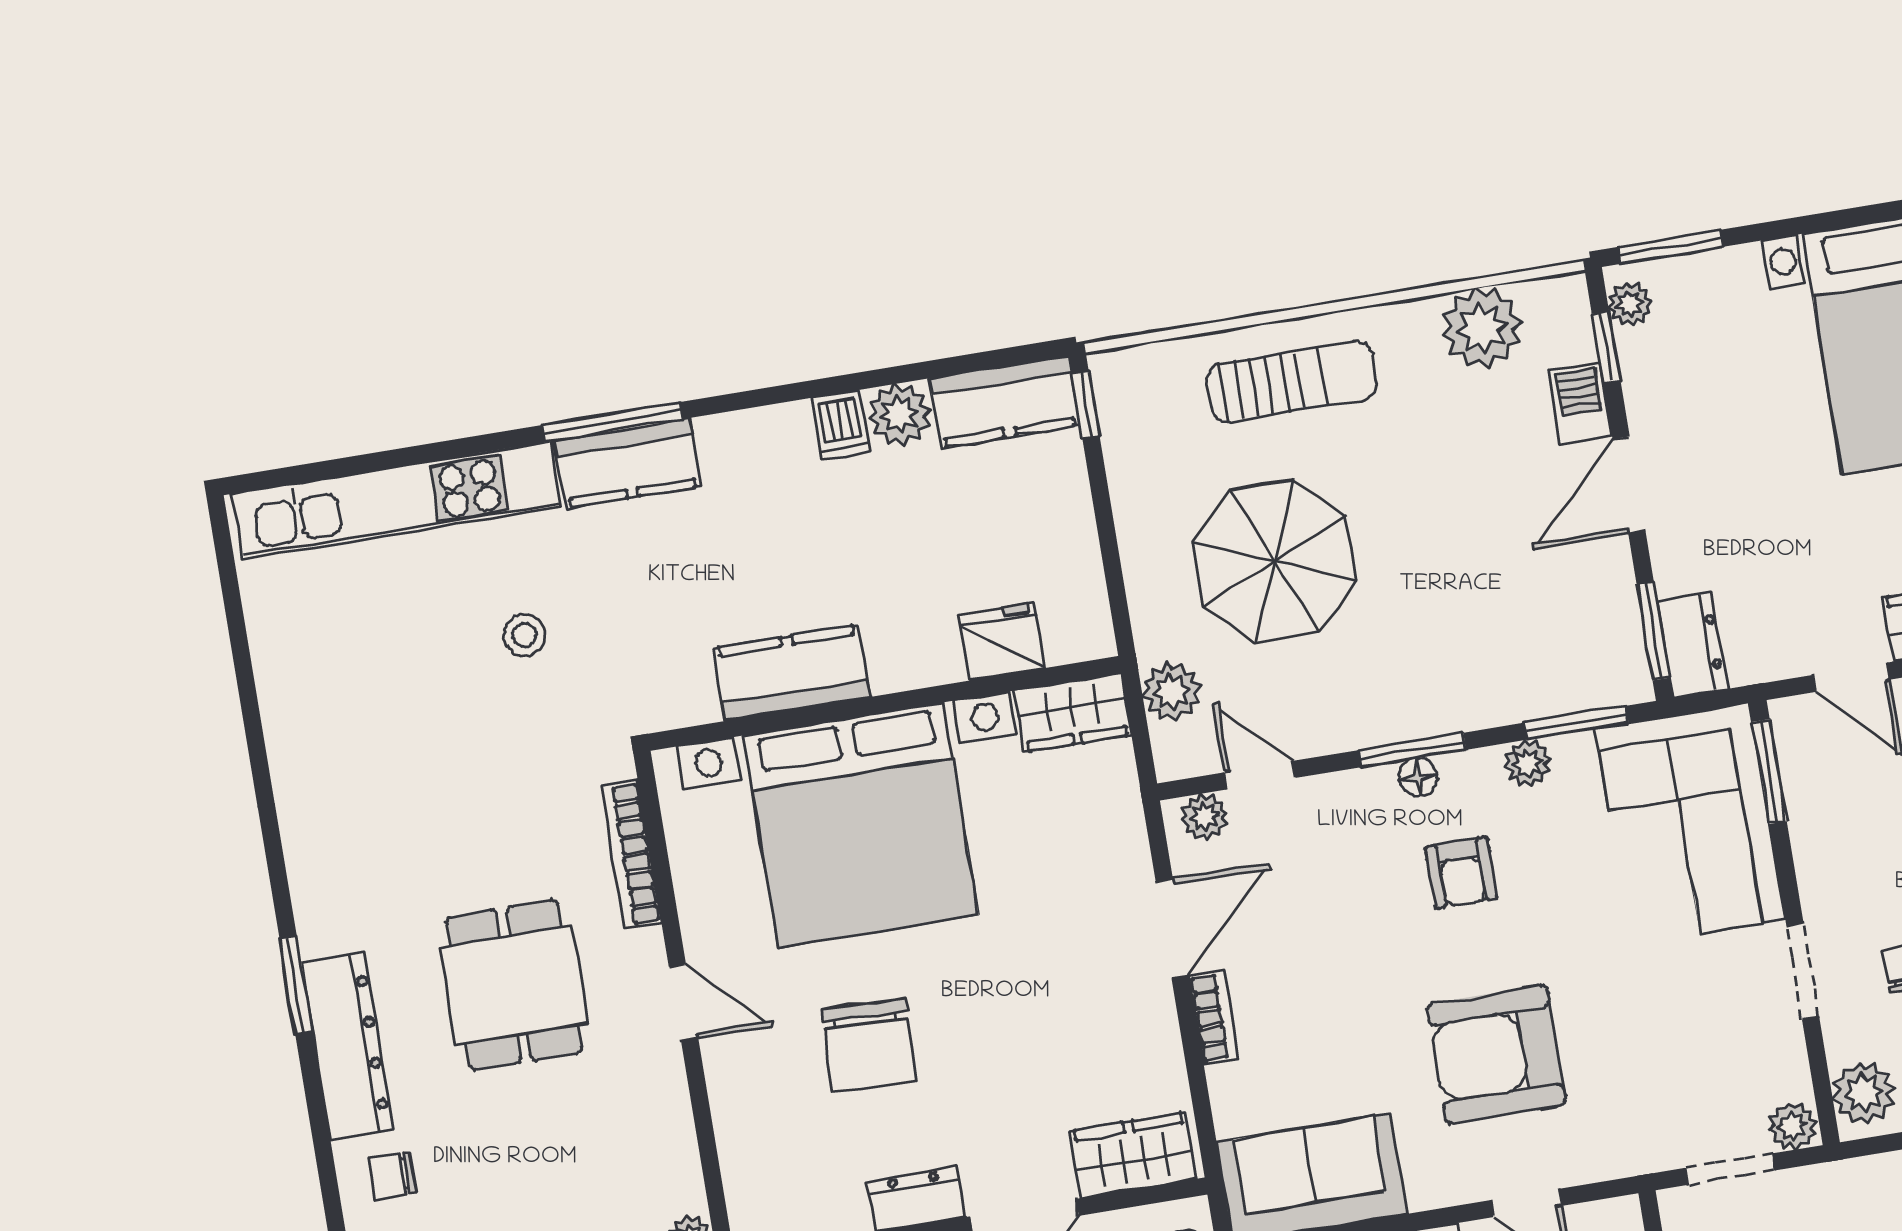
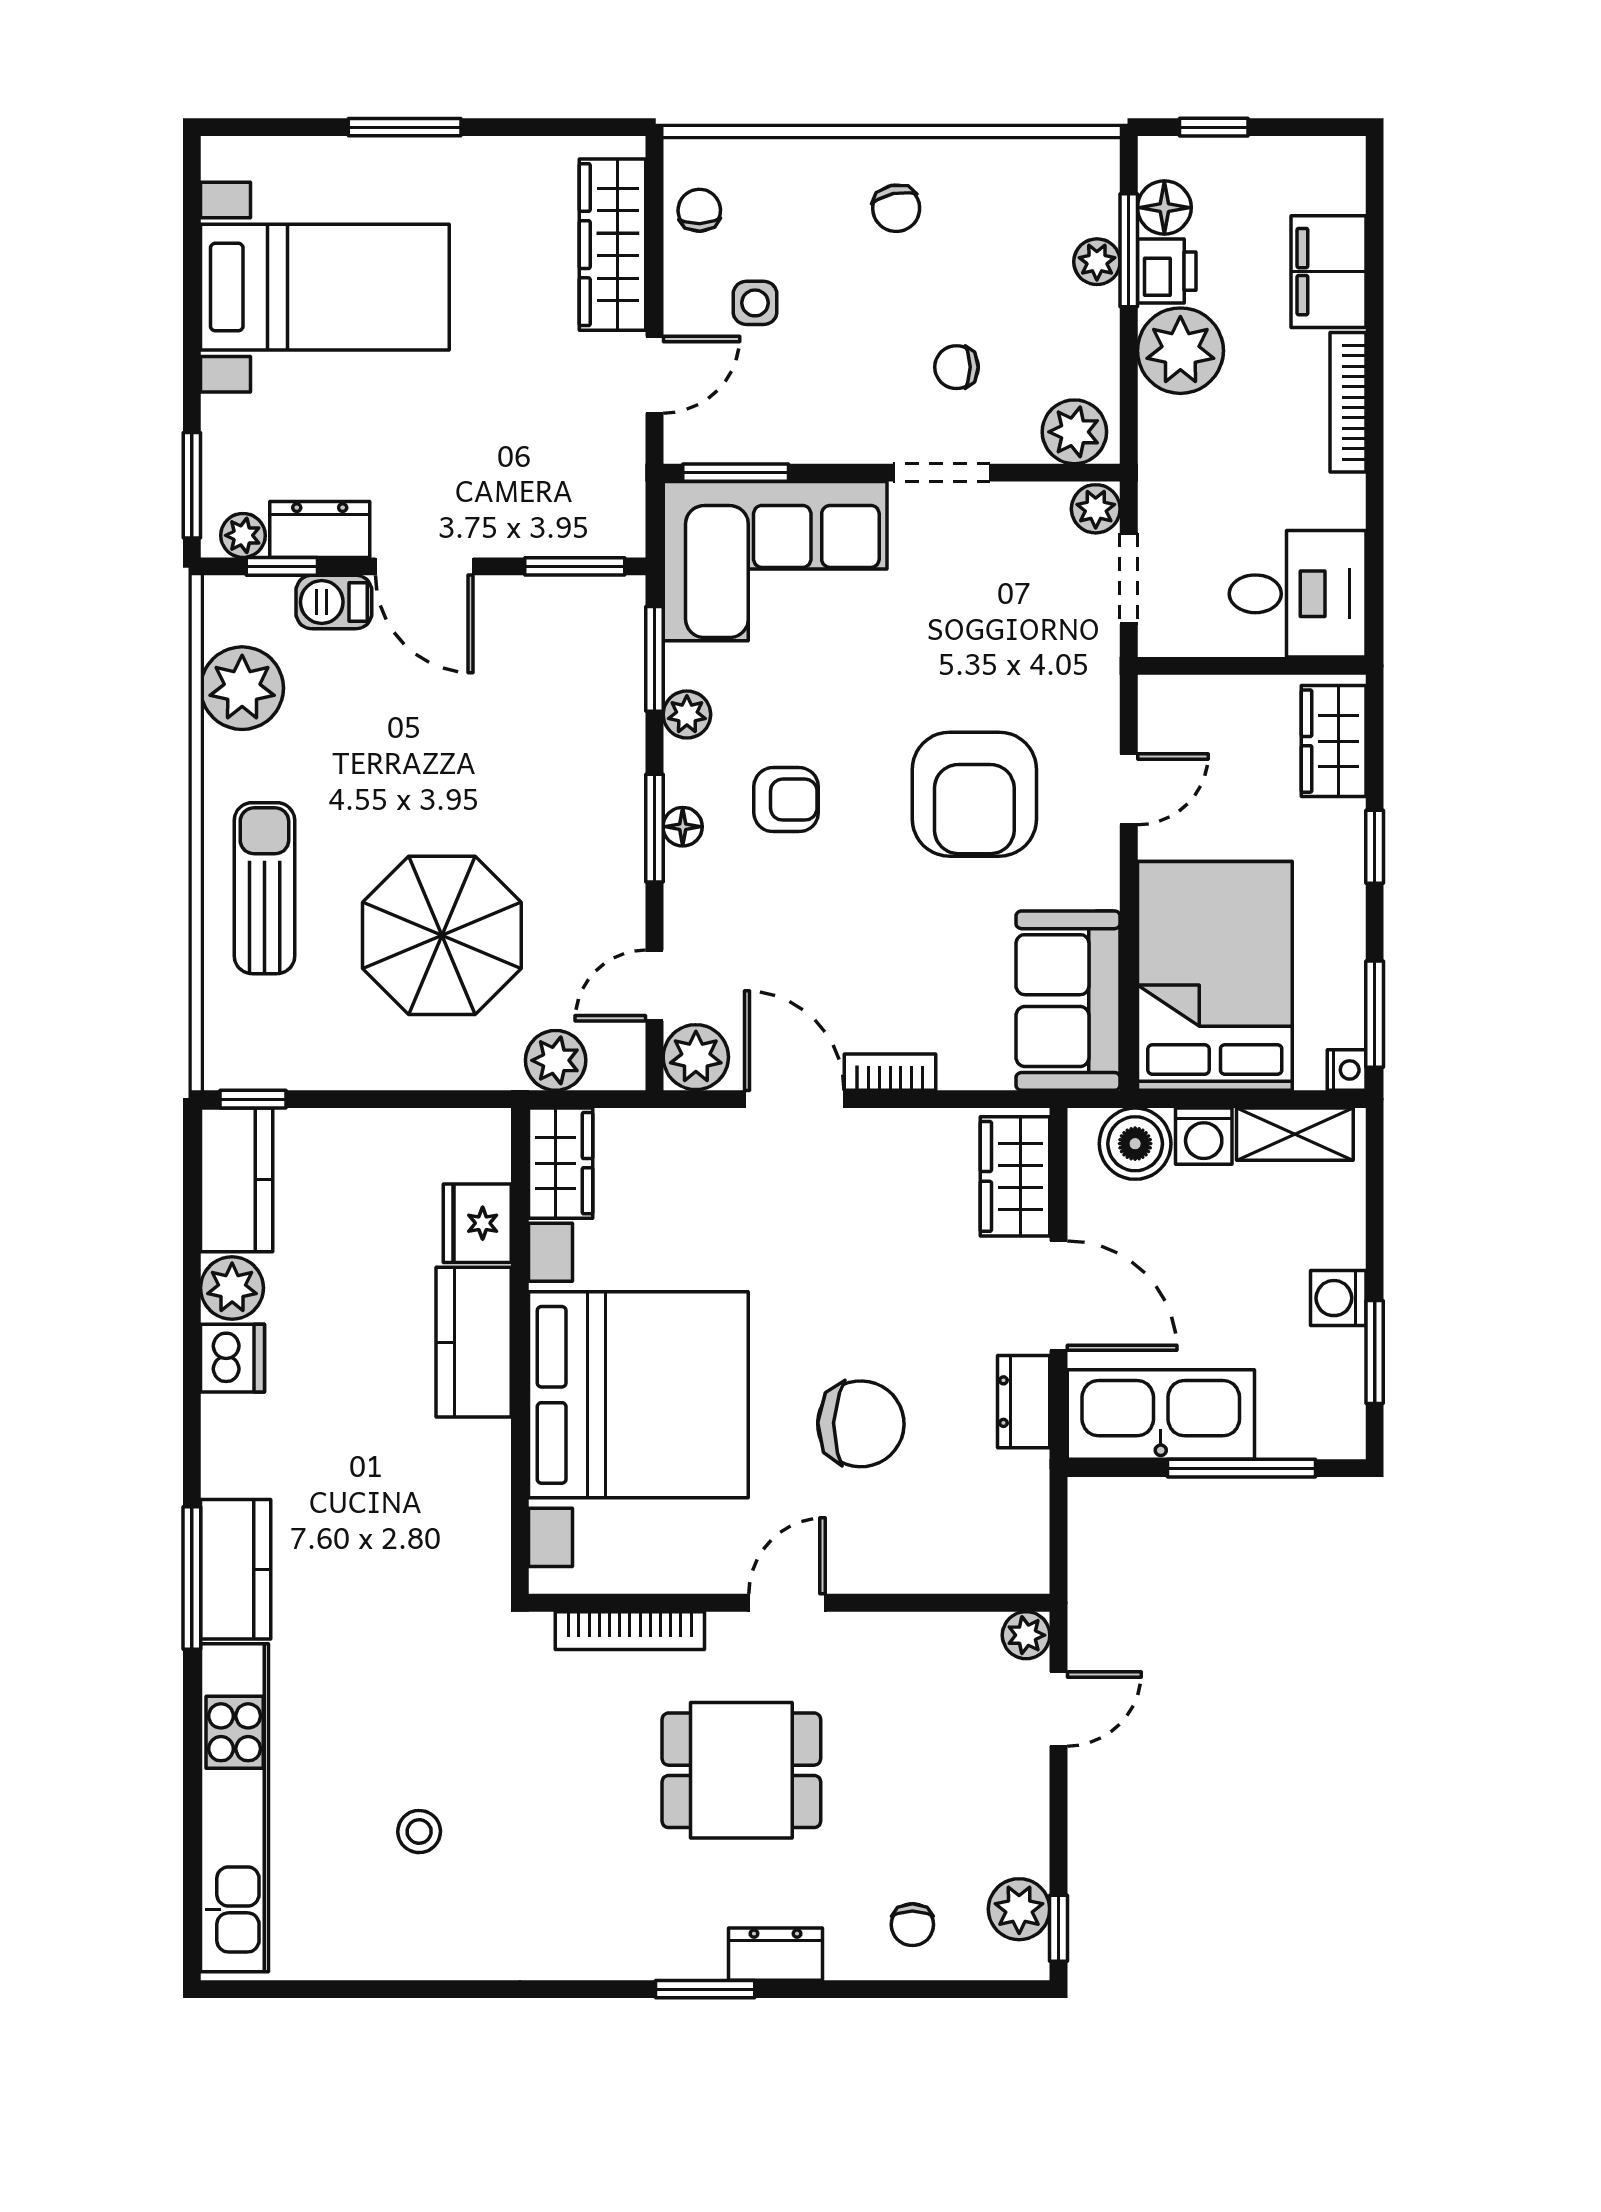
dishwasher: (841, 425) -> (232, 1358), width x1.38
stool: (524, 635) -> (419, 1832), moved
dresser: (1692, 645) -> (320, 529), moved
kitchen counter: (792, 673) -> (474, 1342), moved
plant: (1204, 817) -> (696, 1057), width x1.38, depth x1.38
dresser: (347, 1047) -> (776, 1954), width x0.51, depth x0.80

